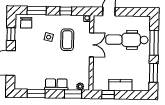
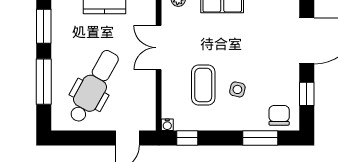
window: (66, 11) -> (187, 138), moved
dental chair: (127, 40) -> (94, 86), turned -61
double door: (91, 45) -> (159, 48), moved

